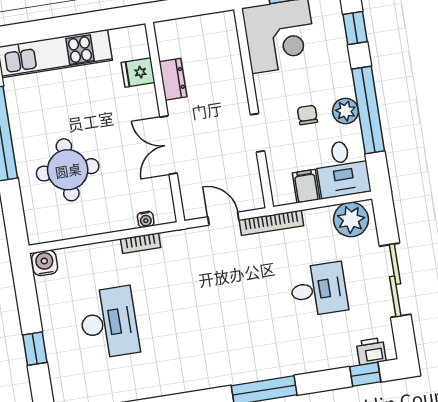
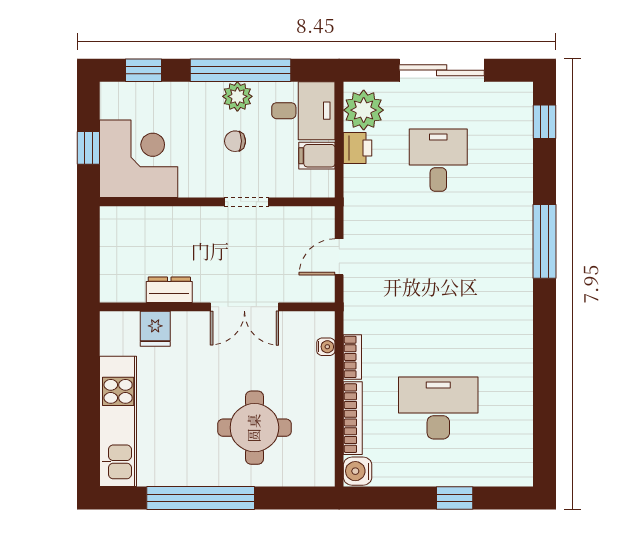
bookcase: (271, 223) -> (353, 418), moved
printer: (371, 351) -> (358, 148), moved, turned 180

